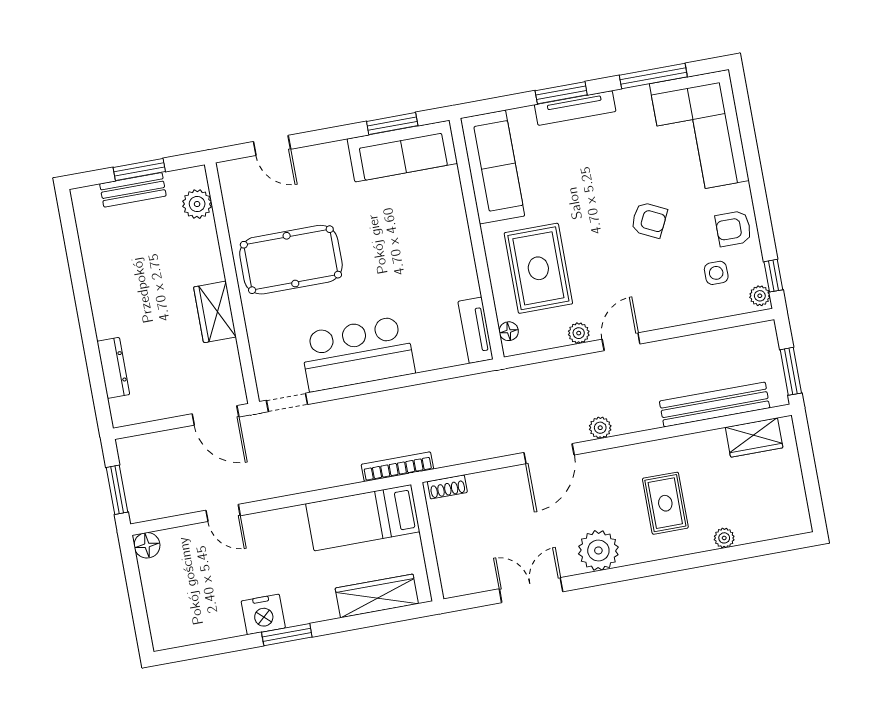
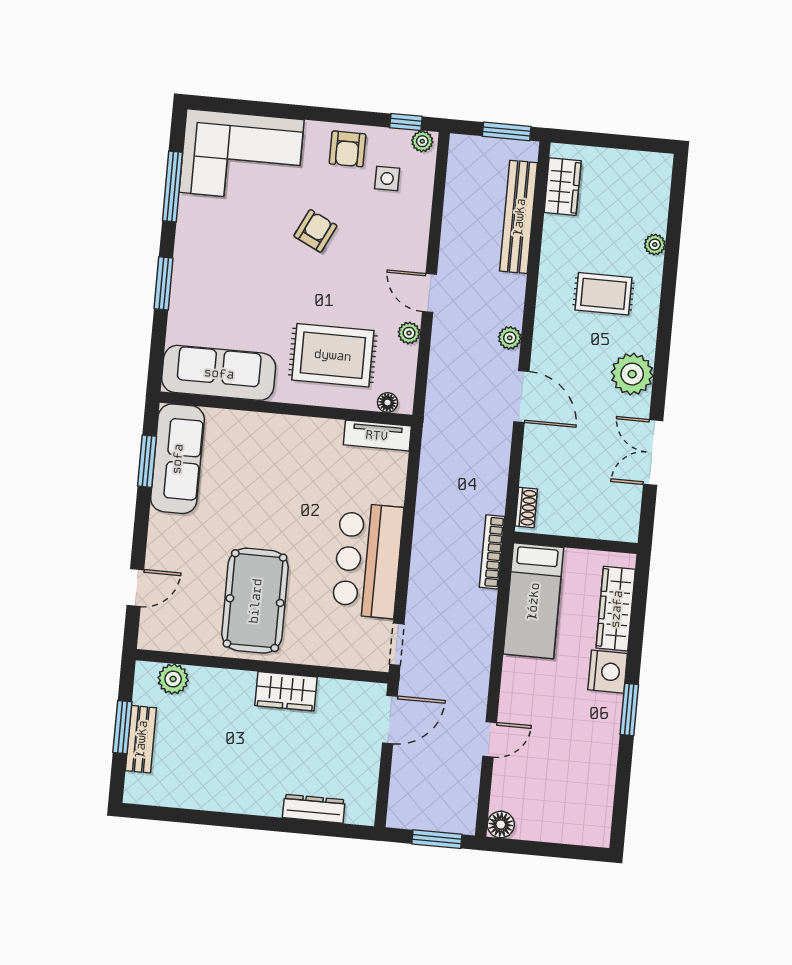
tv unit: (575, 108) -> (183, 274), removed
nightstand: (263, 614) -> (608, 672), moved

